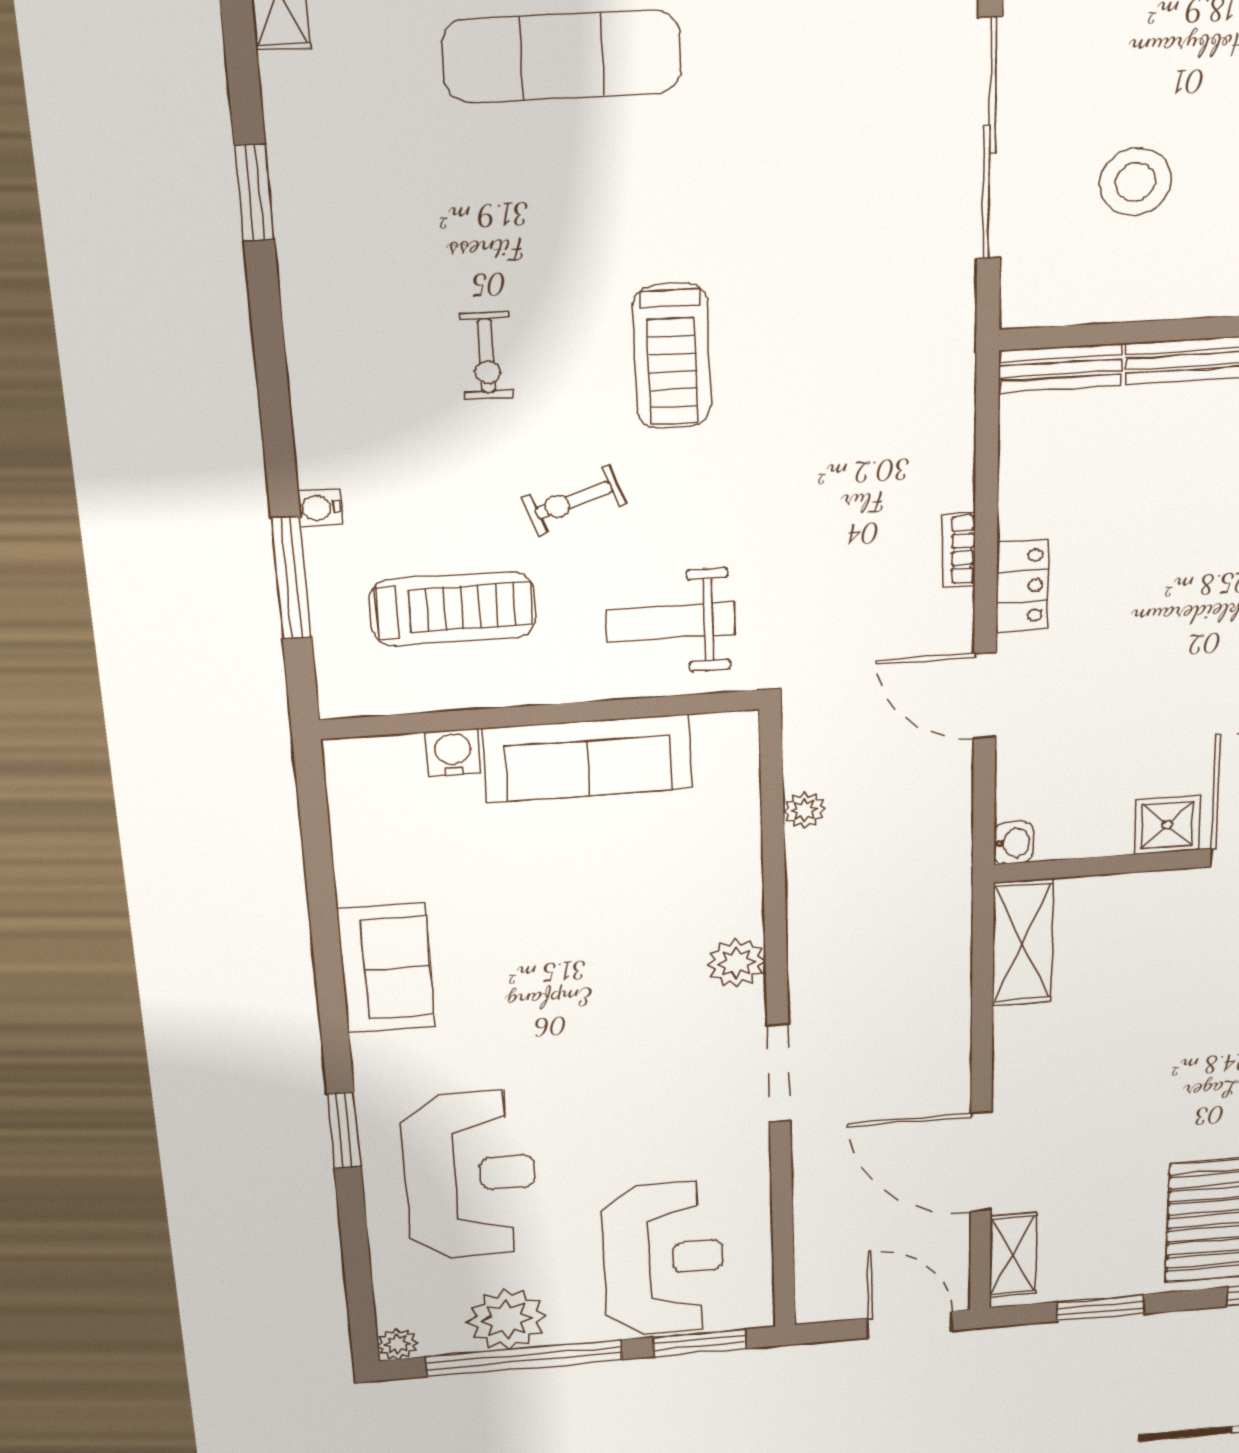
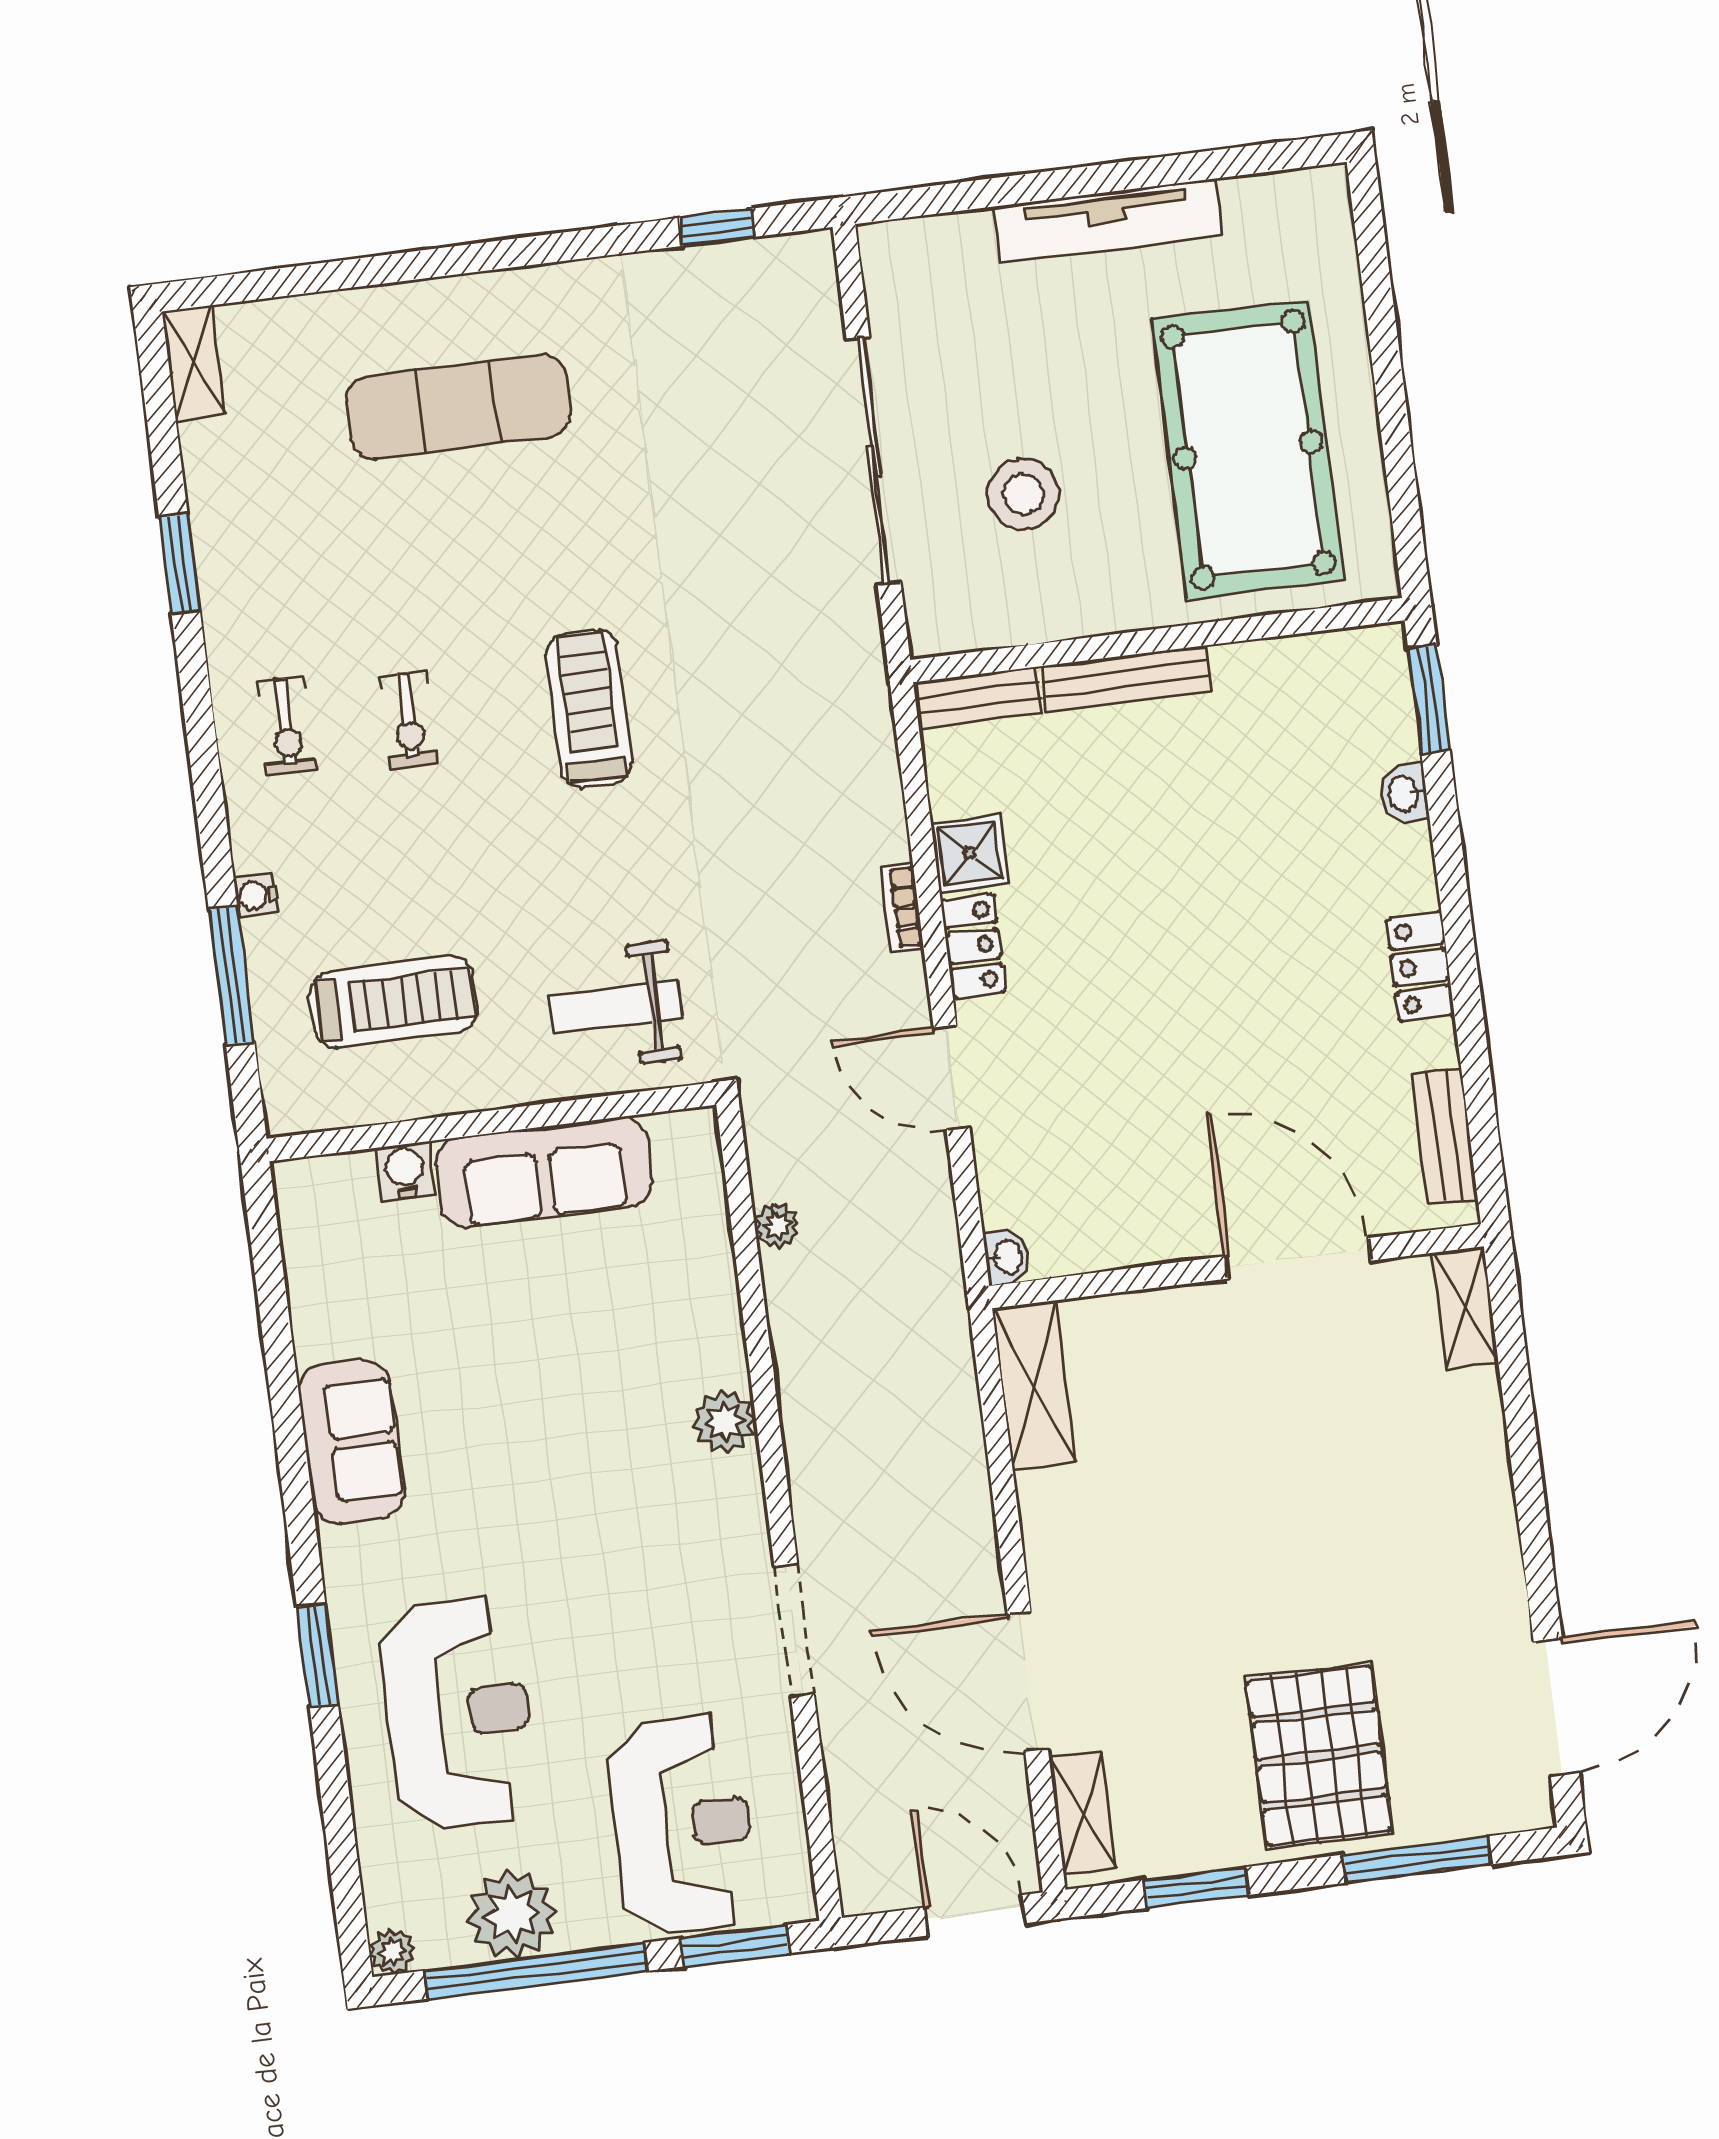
treadmill: (672, 356) -> (589, 709), turned 180
exercise bike: (574, 500) -> (286, 726), moved, turned -71
shower: (1167, 825) -> (970, 853), moved
doorway: (779, 1073) -> (794, 1630), moved

